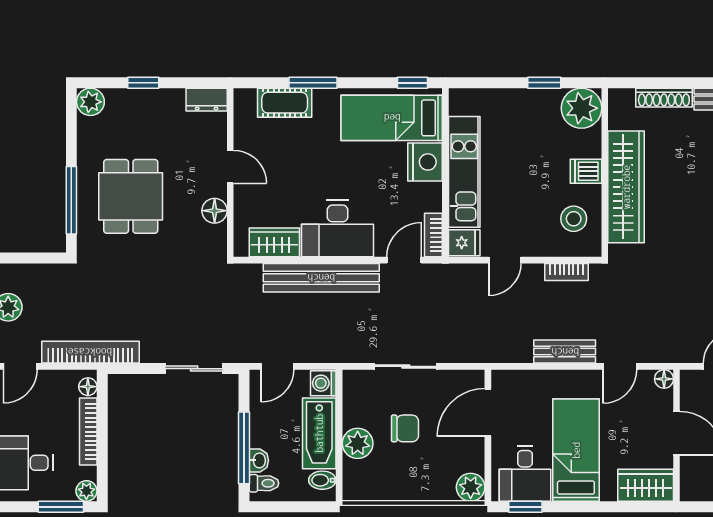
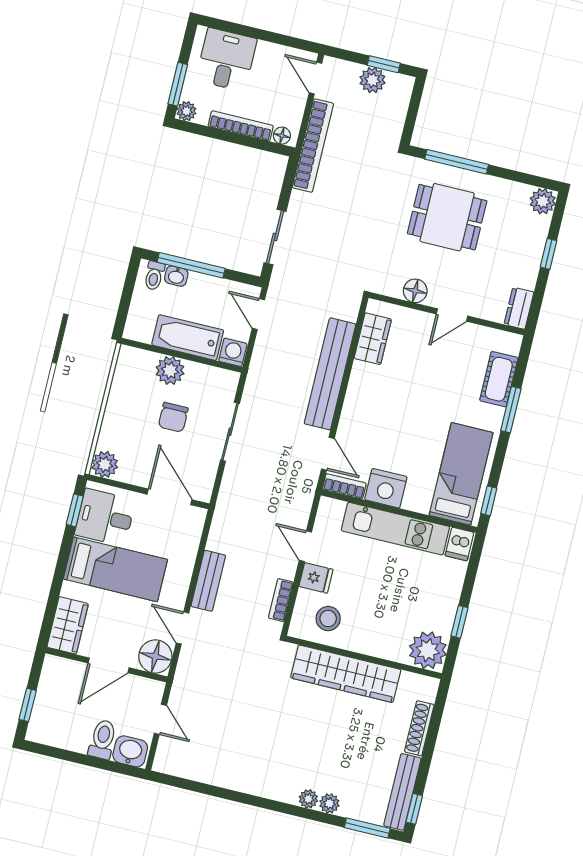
nightstand: (425, 162) -> (386, 488), moved
dishwasher: (586, 171) -> (459, 544), moved, turned 180
desk: (337, 229) -> (371, 400), removed
fridge: (464, 243) -> (316, 578), moved, turned -90
floor lamp: (664, 379) -> (155, 656), width x1.89, depth x1.89
bidet: (322, 480) -> (144, 330), removed

